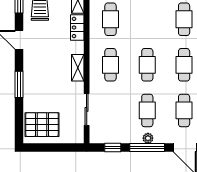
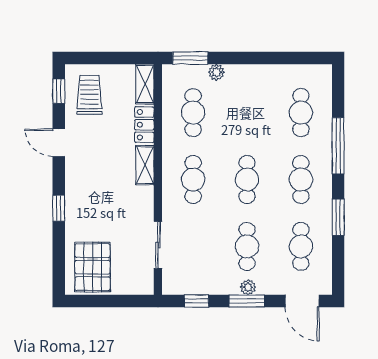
shelving: (78, 68) -> (145, 165), moved
window: (19, 84) -> (59, 208), width x0.67
pallet: (42, 125) -> (93, 267), turned 90
window: (147, 148) -> (247, 301), width x0.69

